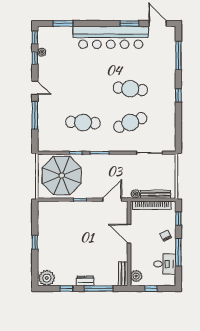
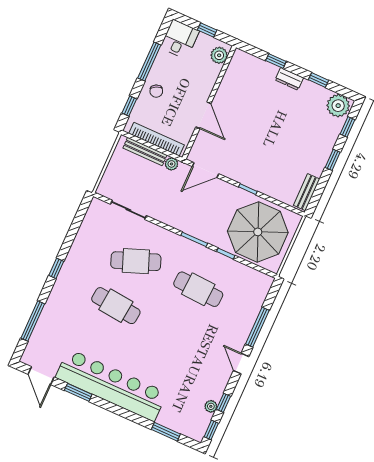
desk: (165, 264) -> (180, 39), moved, turned 90
window: (35, 267) -> (347, 127), added
bench: (123, 274) -> (307, 192), moved
window: (99, 289) -> (276, 61), width x0.46

